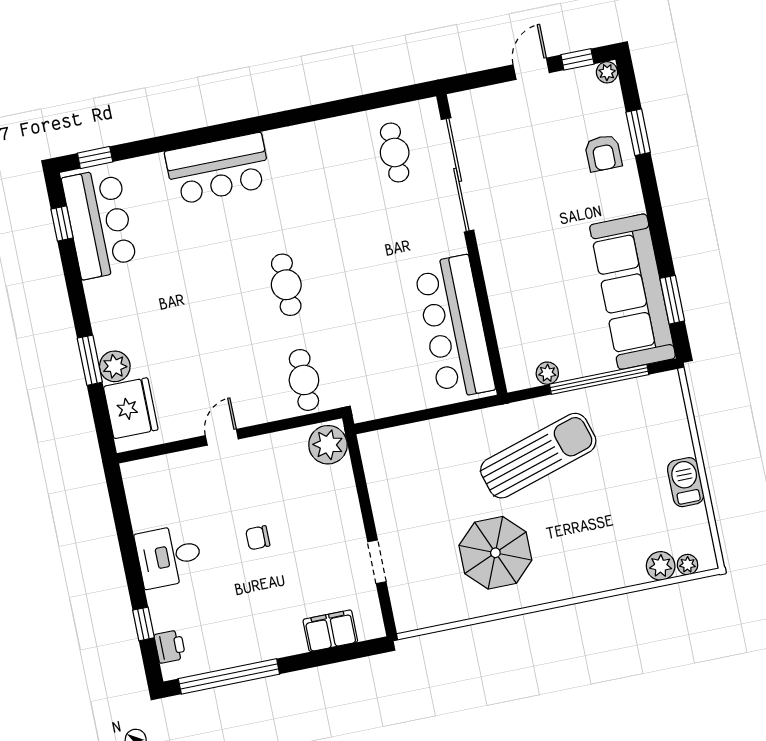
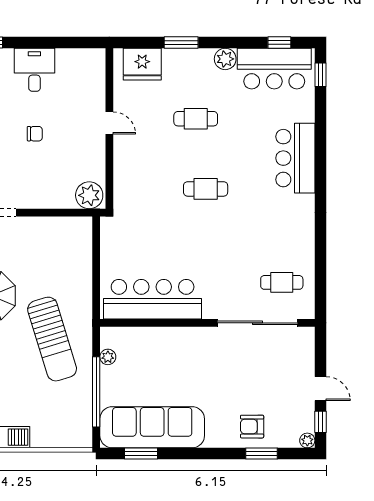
plant: (115, 366) -> (225, 59), moved
cafe table: (304, 380) -> (196, 119), moved
chair: (258, 538) -> (35, 134), turned 90

